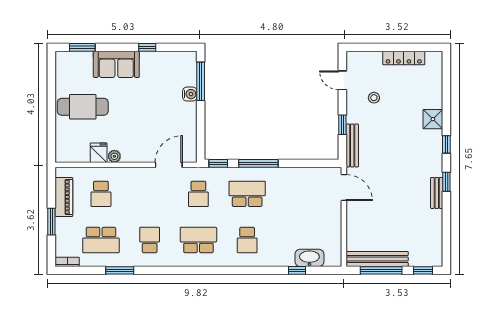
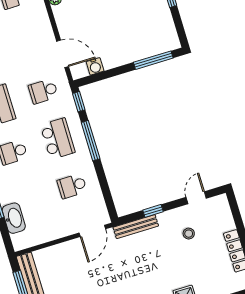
water cooler: (190, 94) -> (95, 66), moved
school desk: (296, 194) -> (72, 186), added

